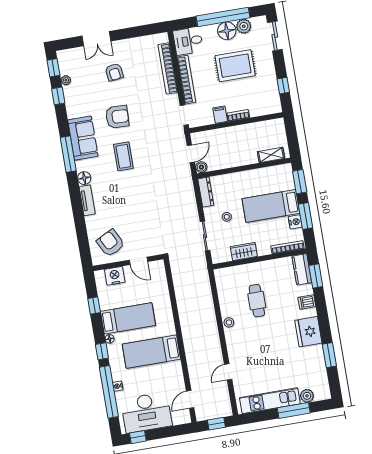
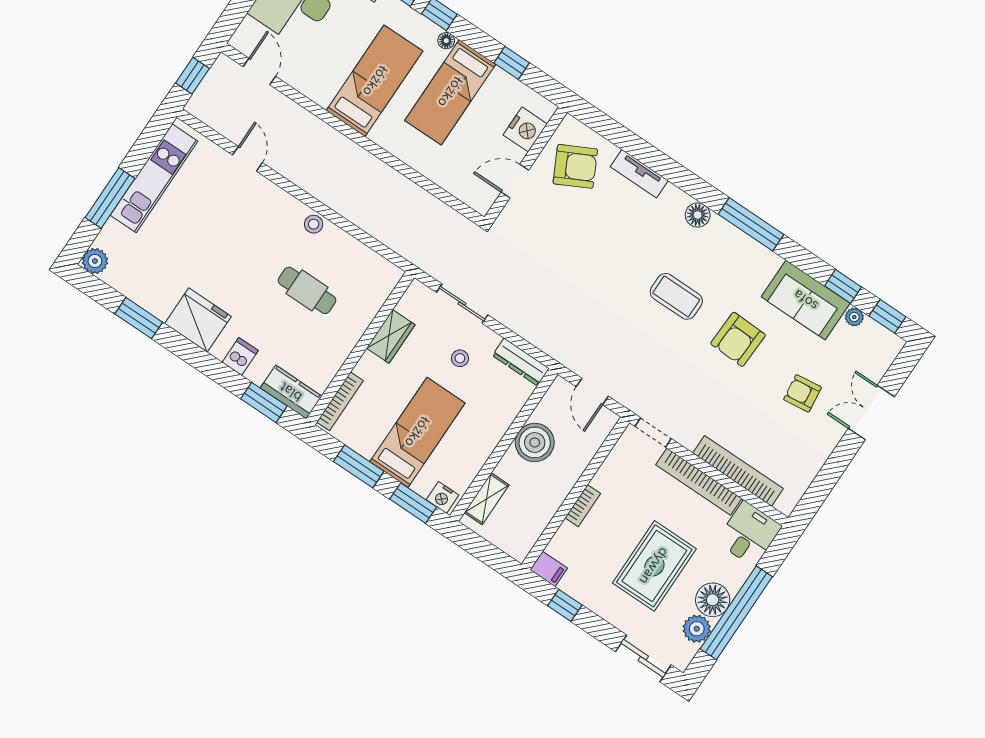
filing cabinet: (220, 115) -> (549, 569), moved
sofa: (83, 138) -> (806, 300), moved
boiler: (201, 167) -> (535, 442), moved, width x1.86, depth x1.86
tv unit: (87, 200) -> (639, 174), moved
nightstand: (295, 222) -> (443, 497), moved
plant: (307, 396) -> (95, 261), moved

